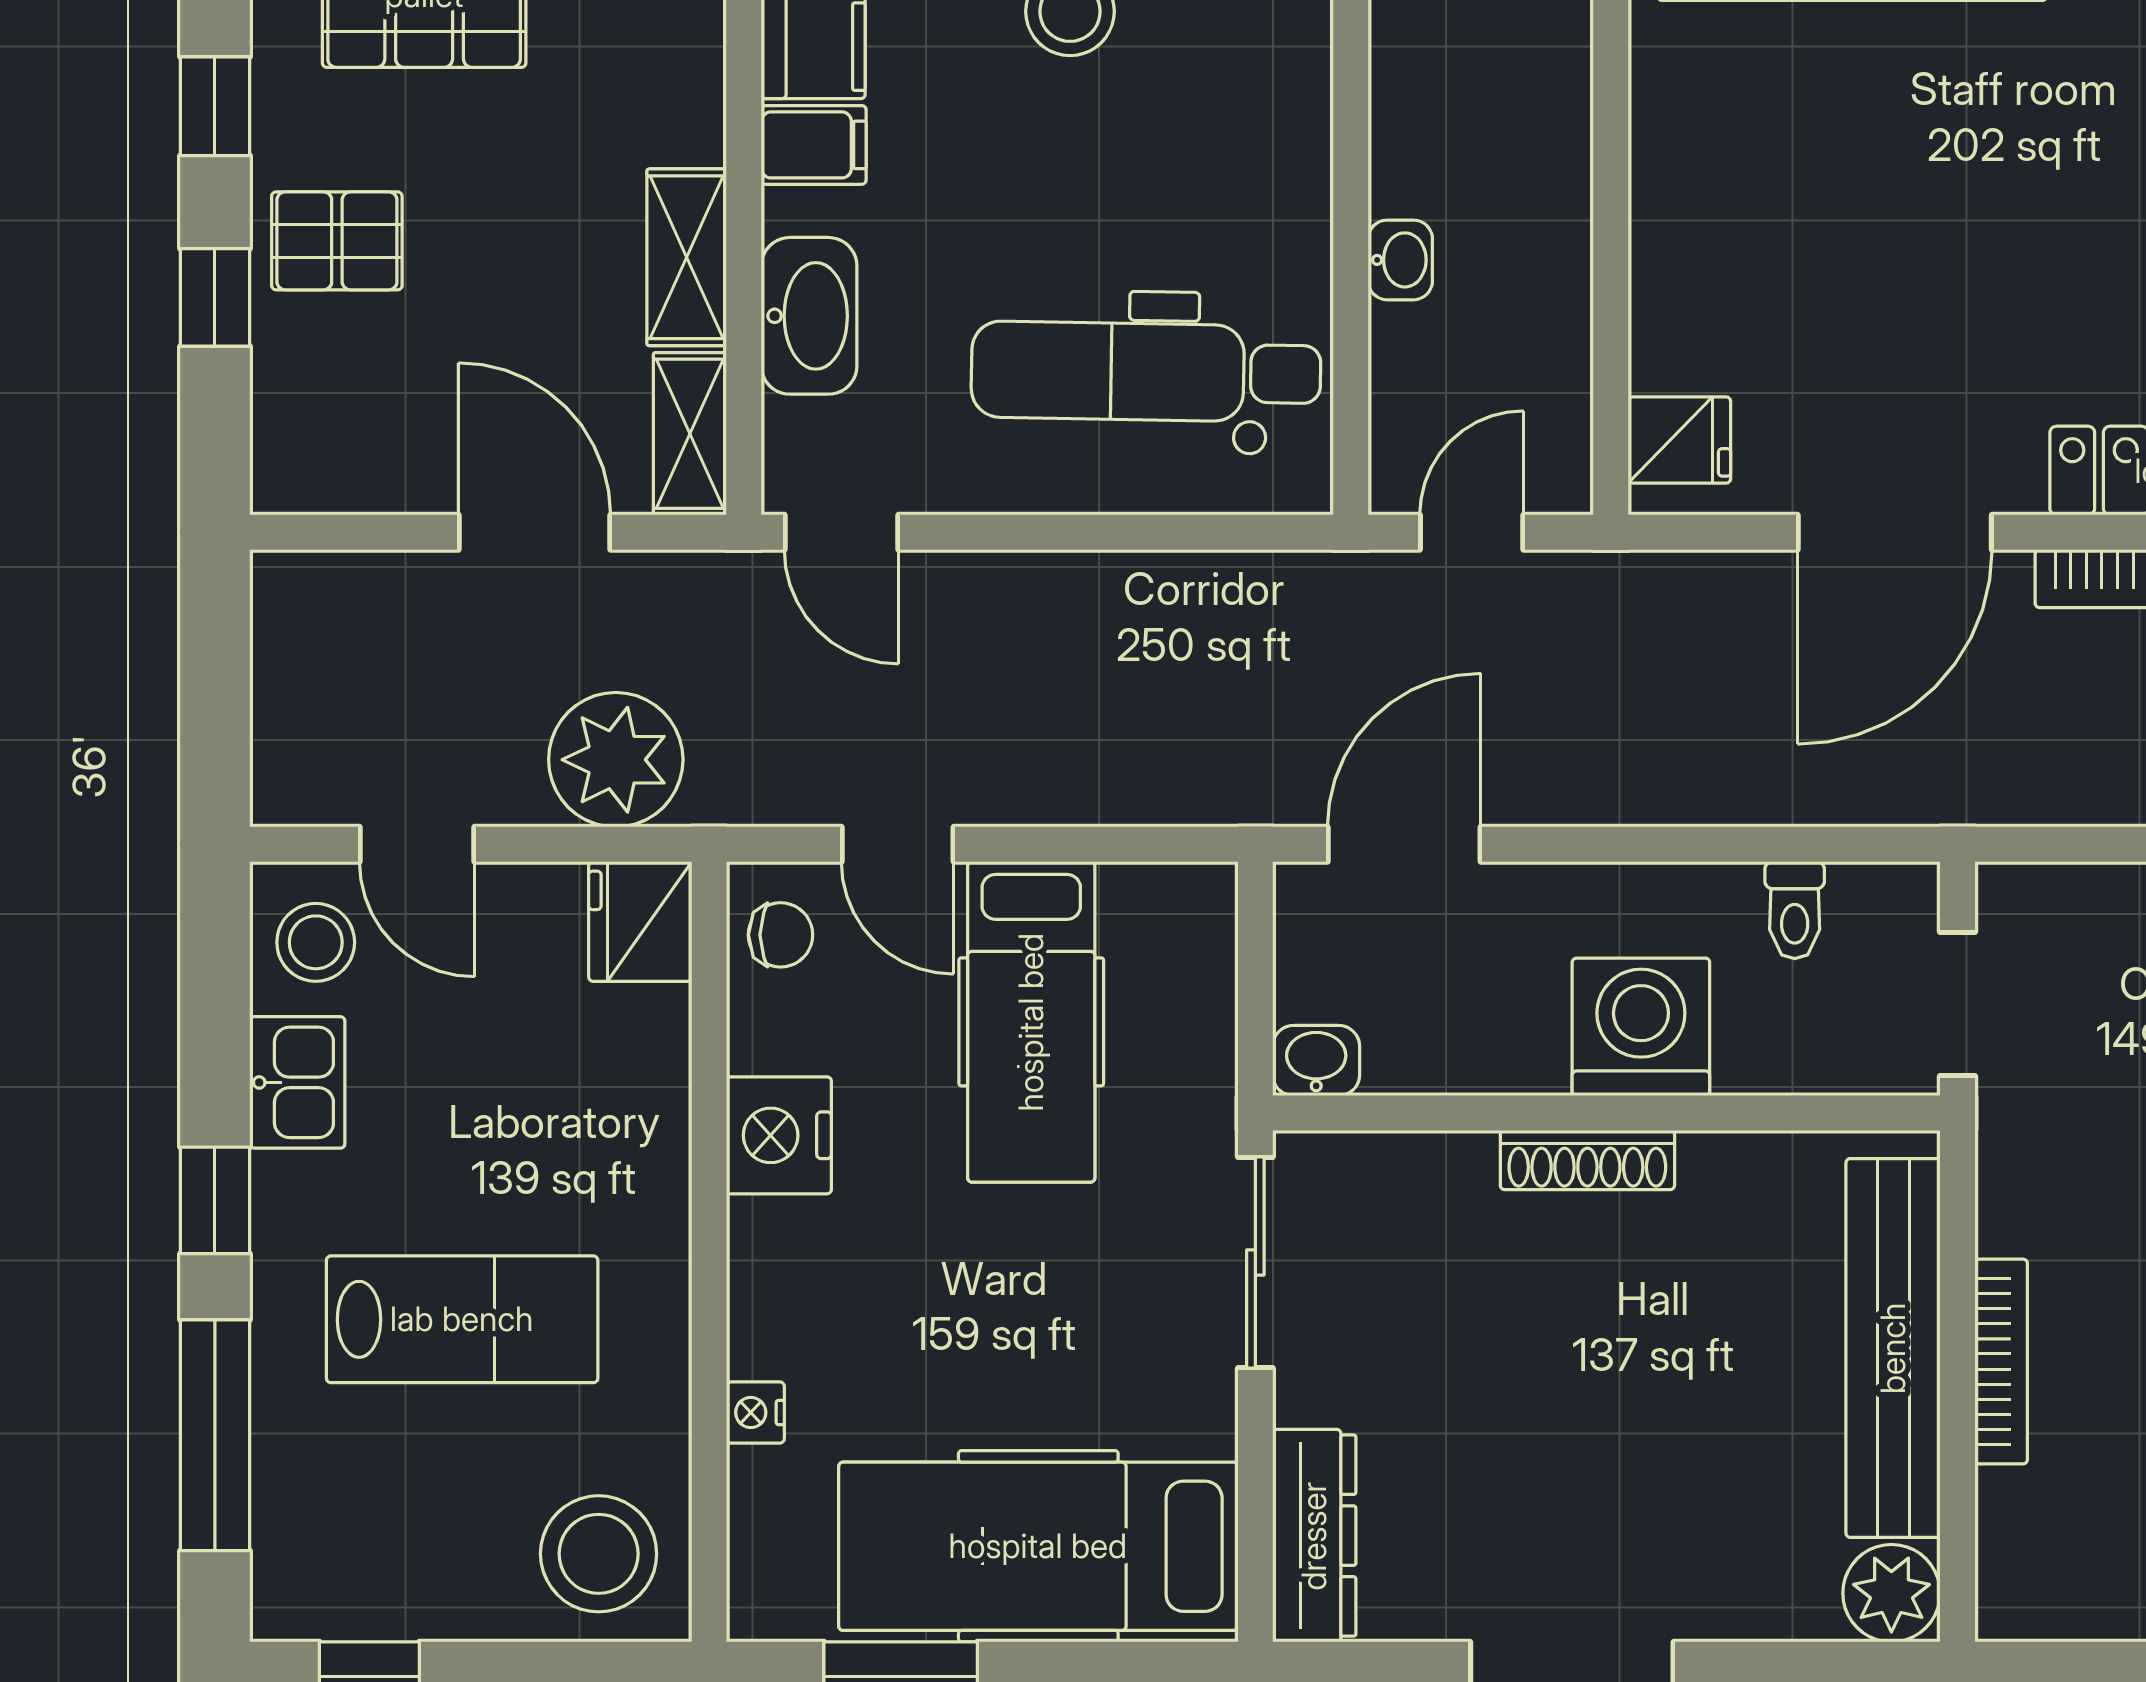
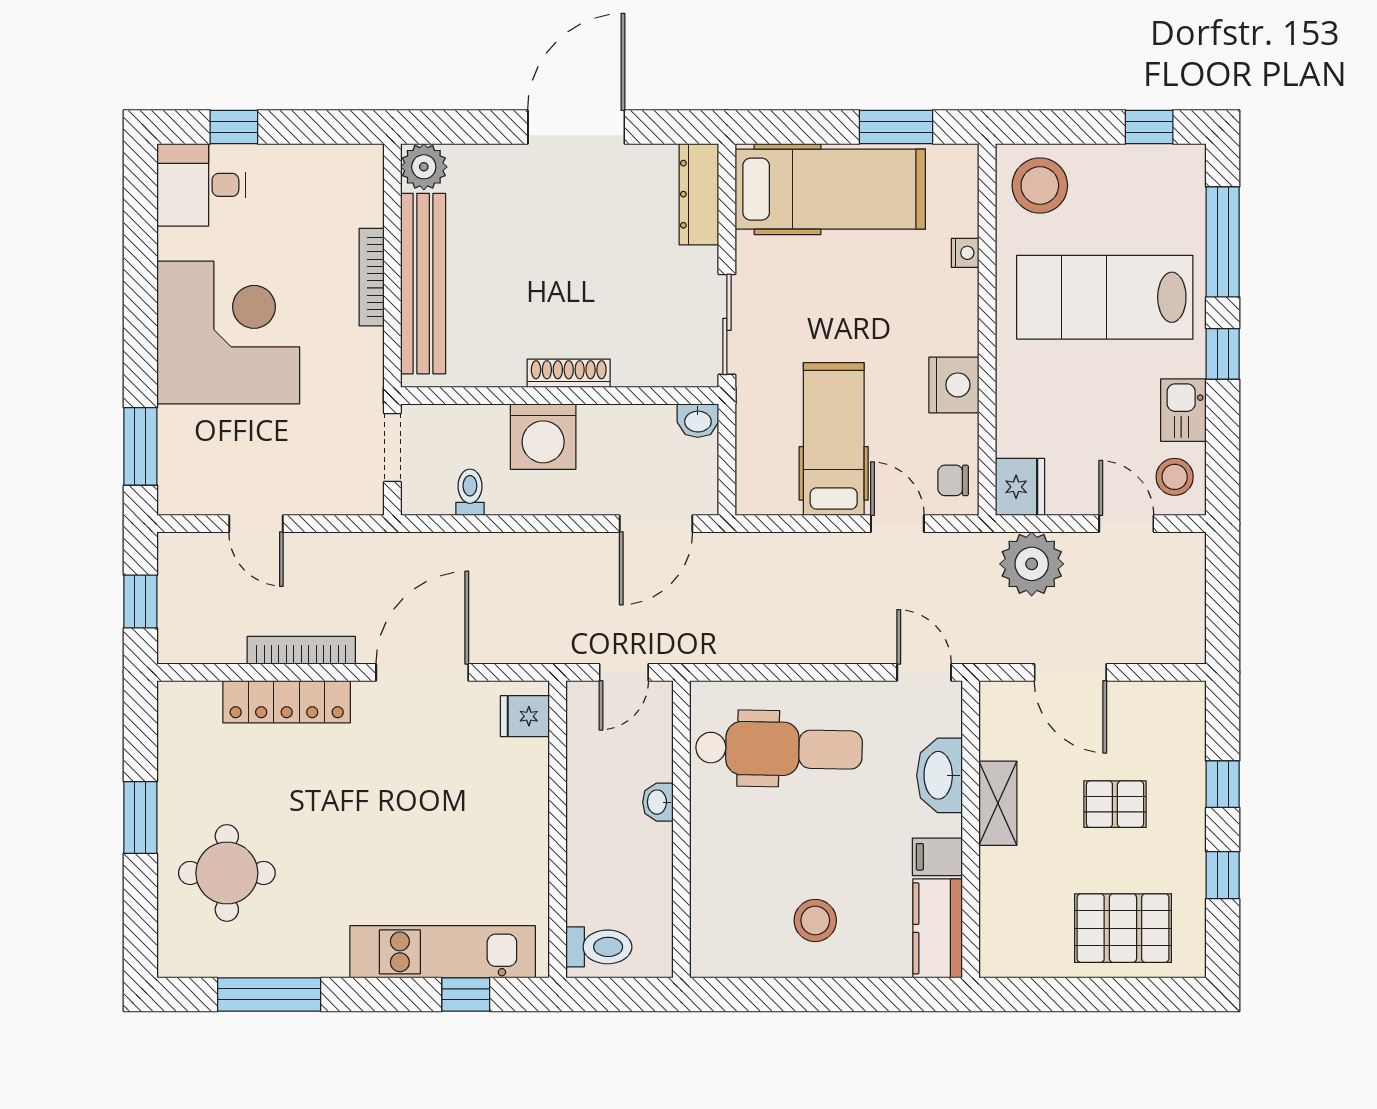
pallet: (337, 241) -> (1115, 804), moved
shelving: (690, 434) -> (996, 719), removed
lab bench: (462, 1319) -> (1105, 297), width x1.36, depth x1.39

